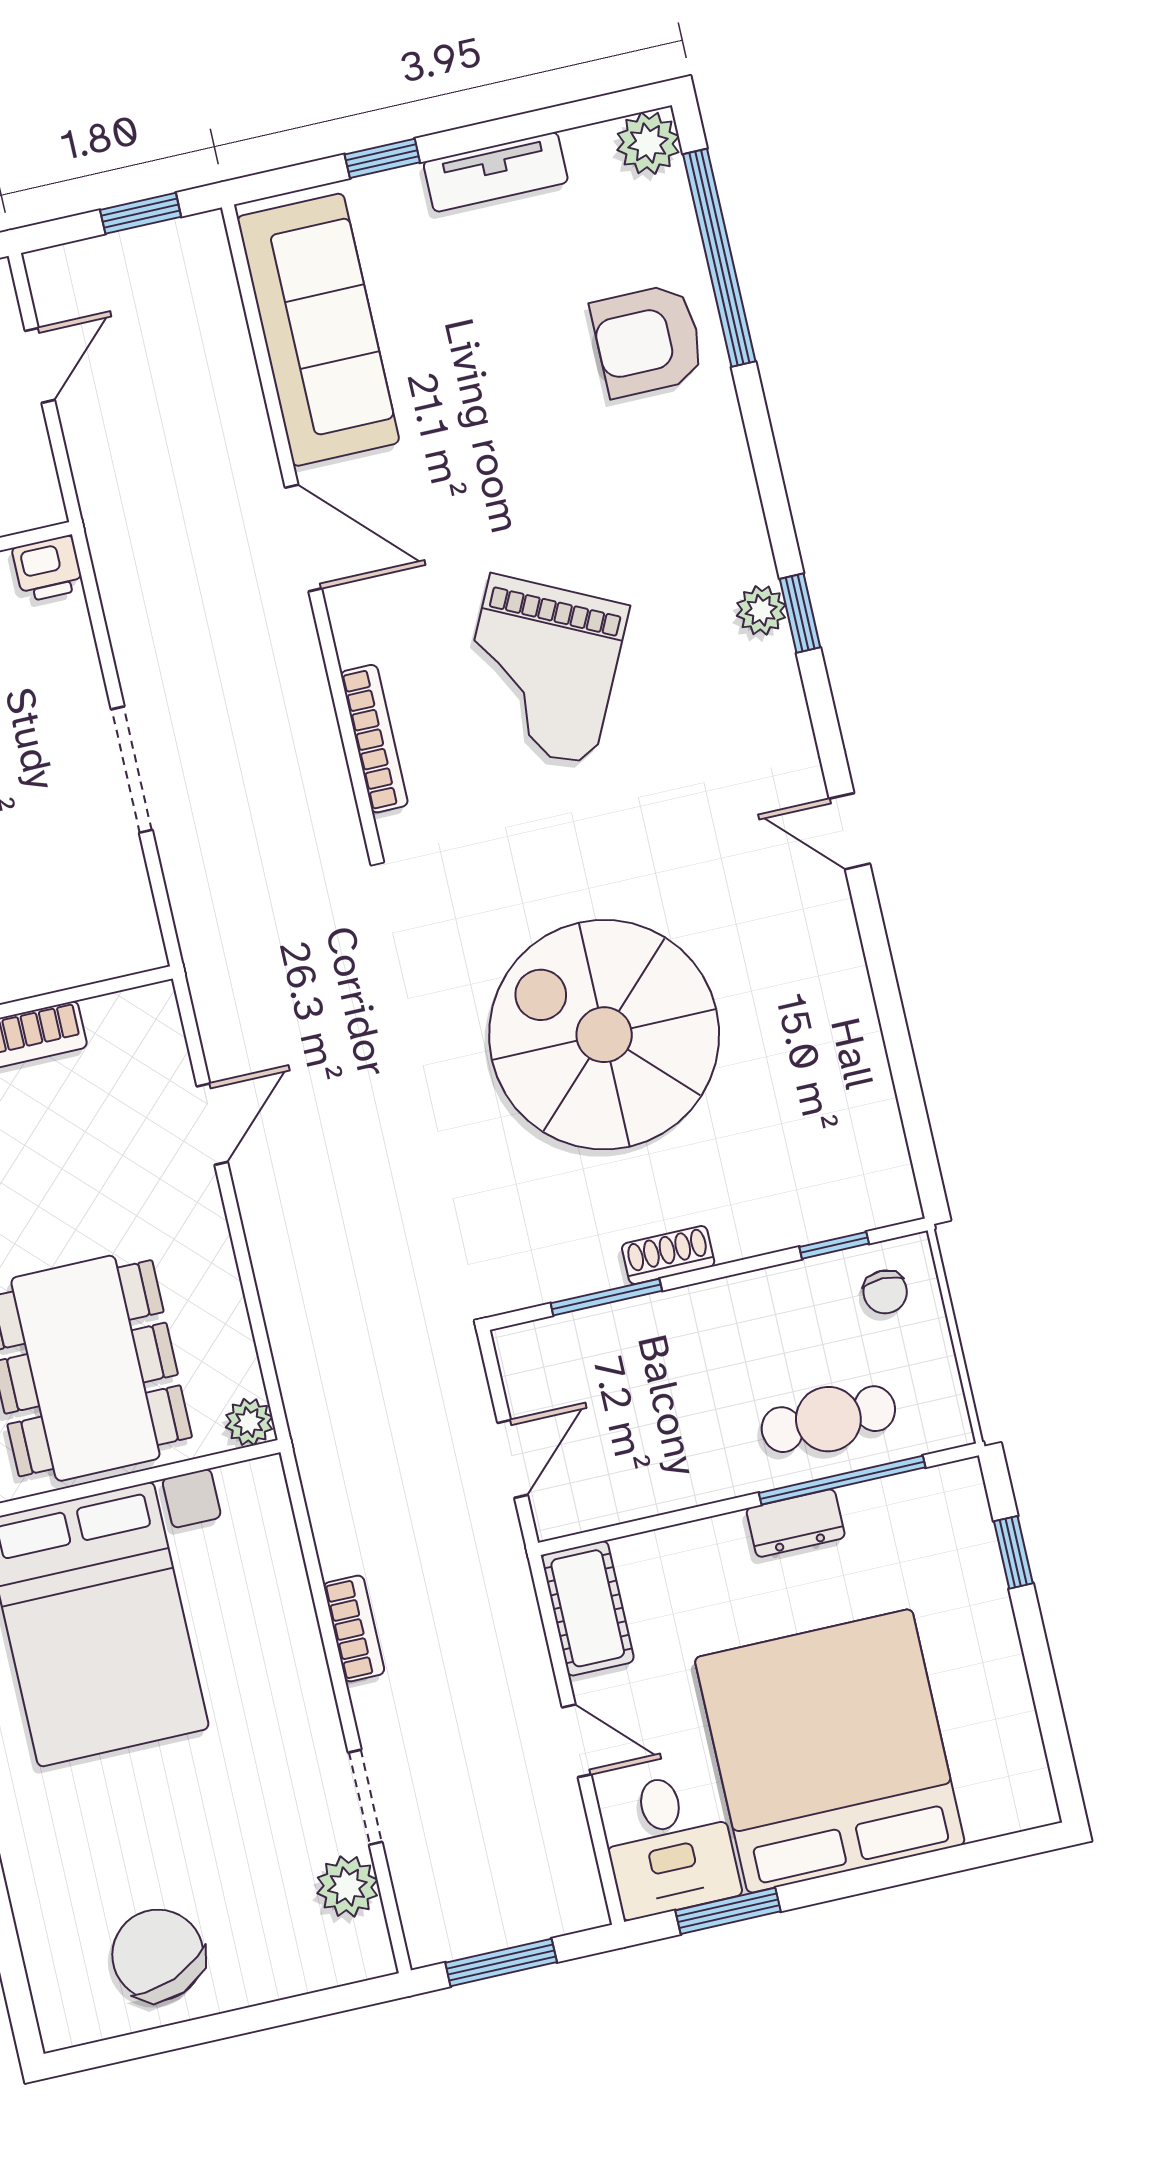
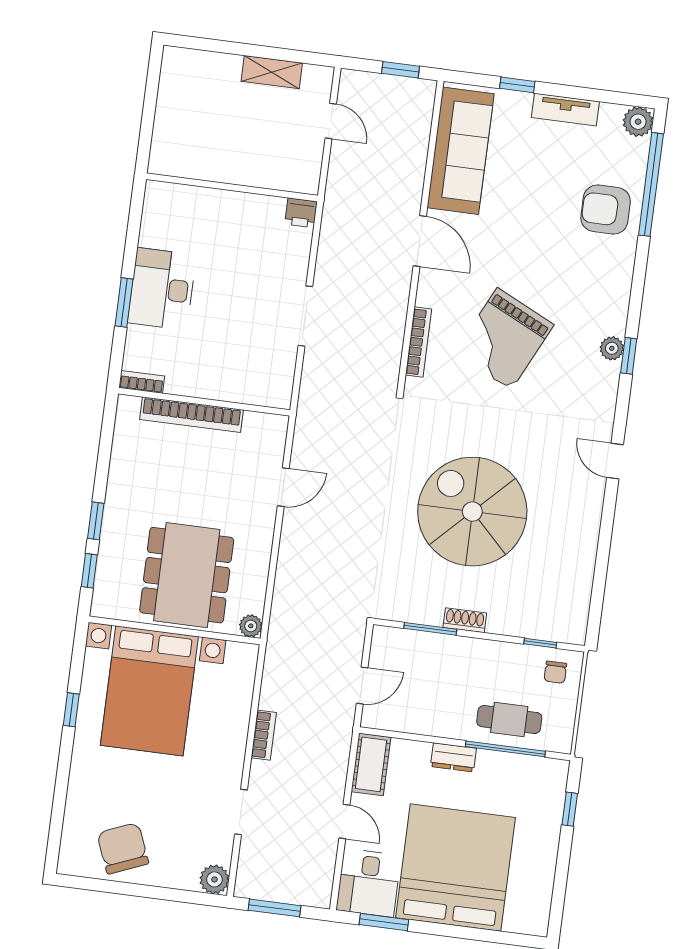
door: (40, 365) -> (331, 121), hinge flipped
dresser: (796, 1523) -> (453, 757), moved
plant: (347, 1886) -> (214, 879), moved

